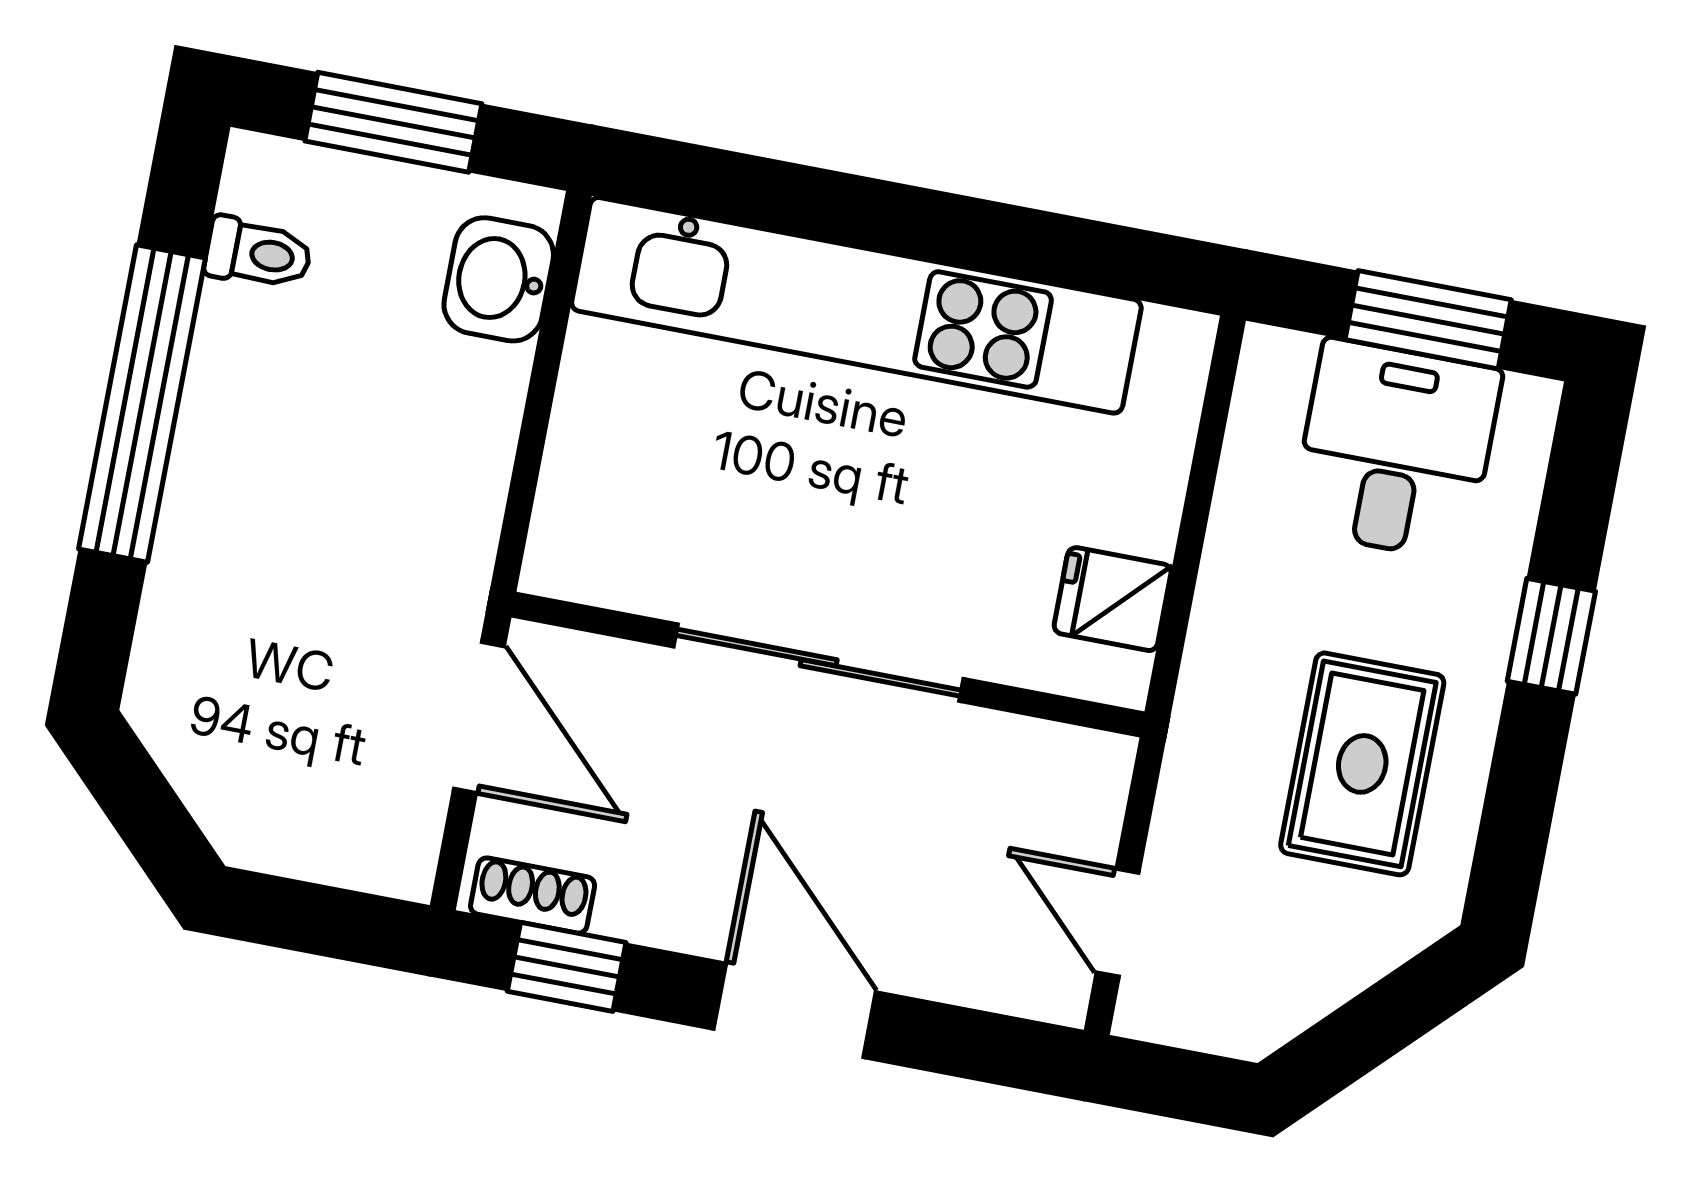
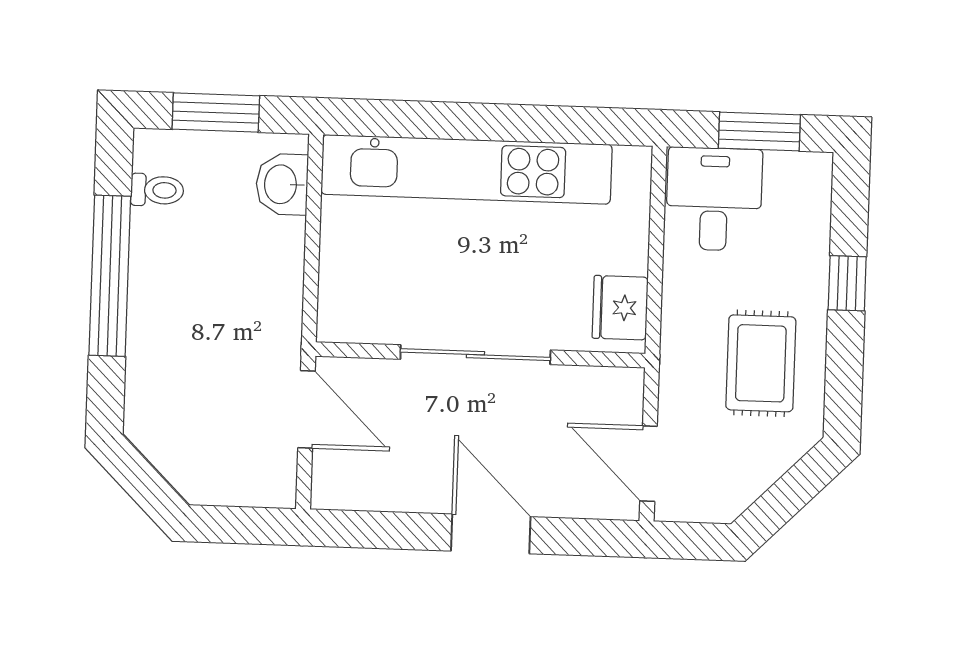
desk: (1396, 450) -> (714, 199), moved
fridge: (1113, 599) -> (620, 308), width x1.38
shoe rack: (533, 896) -> (348, 496), removed
door: (1118, 923) -> (649, 464), width x1.37
window: (567, 967) -> (371, 530), removed

